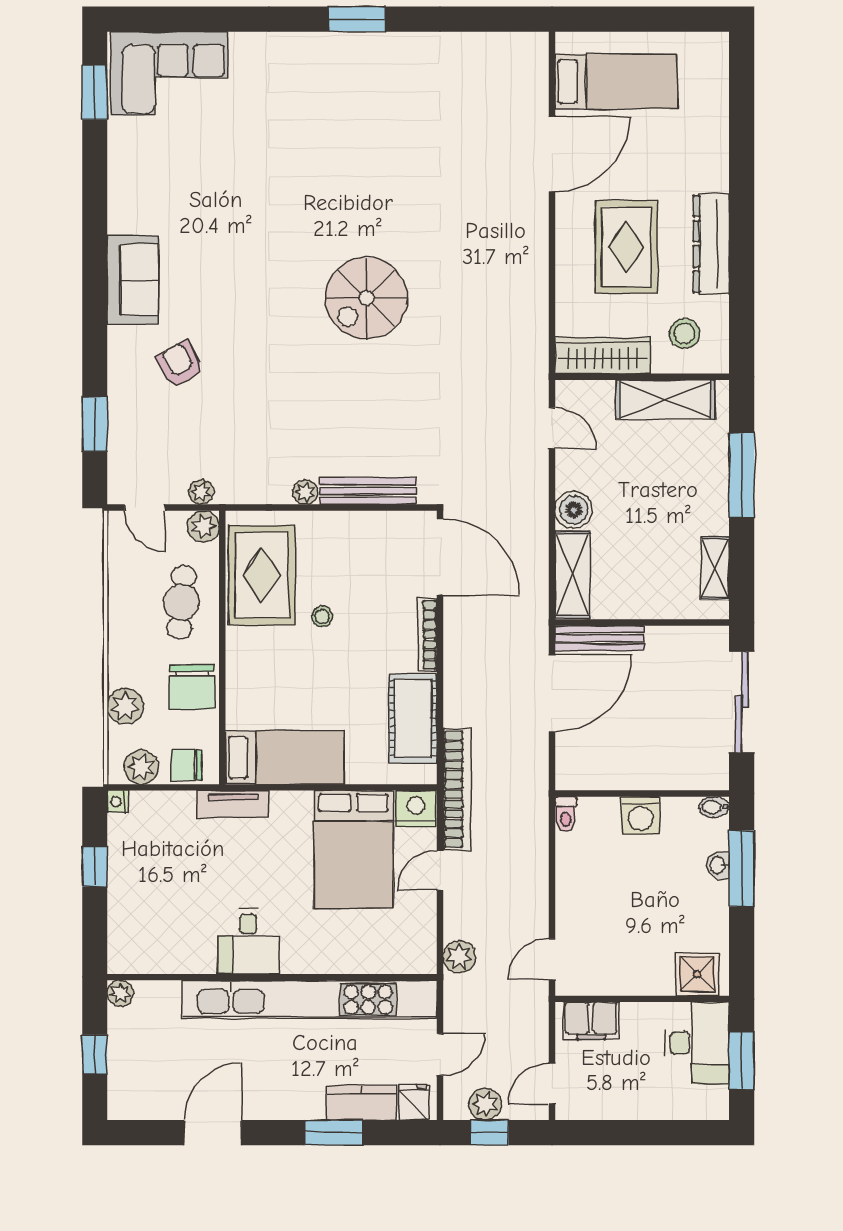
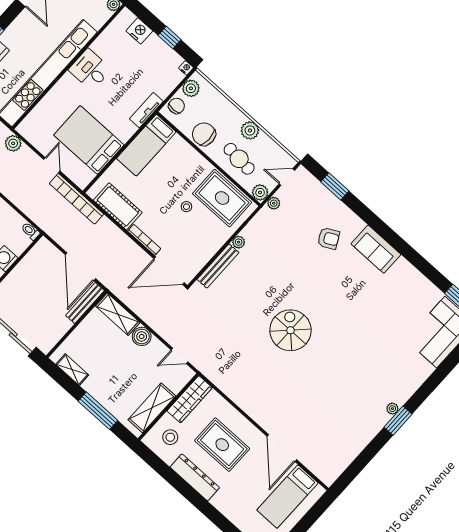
plant: (346, 43) -> (392, 409), added
plant: (125, 706) -> (250, 130), moved
nightstand: (416, 809) -> (139, 31), moved, turned -90

